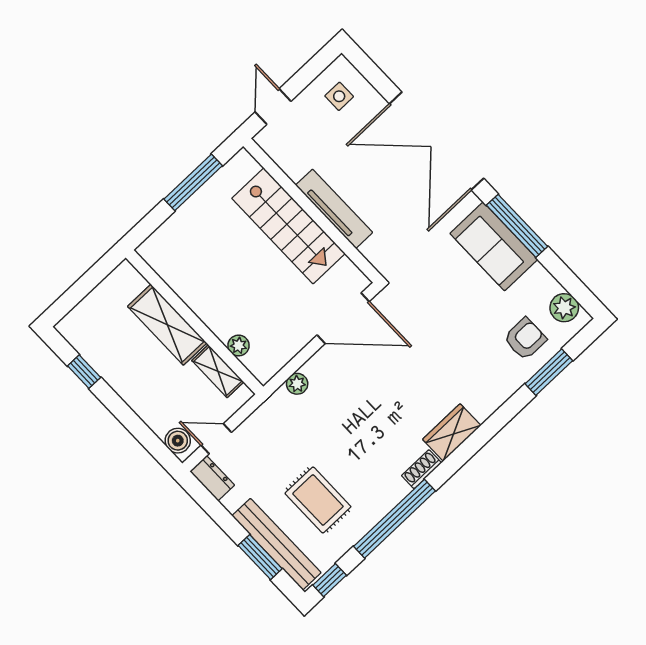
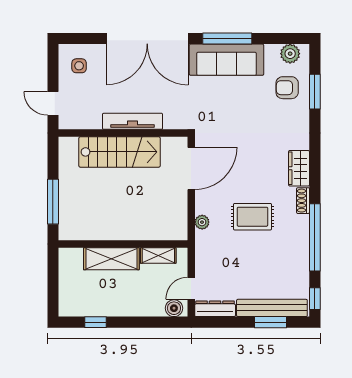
window: (193, 182) -> (53, 202), moved
sofa: (494, 246) -> (226, 60), width x1.36
armchair: (525, 339) -> (287, 88), turned -90
plant: (239, 345) -> (155, 233), removed
dresser: (212, 478) -> (215, 309), width x1.44
rug: (318, 500) -> (252, 217), moved

